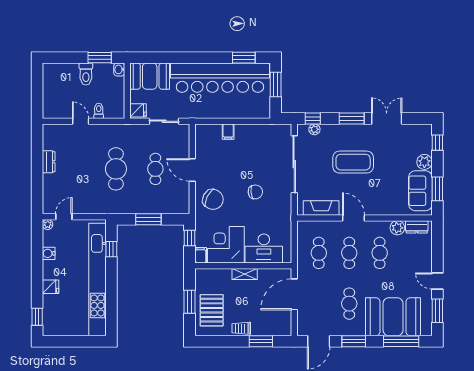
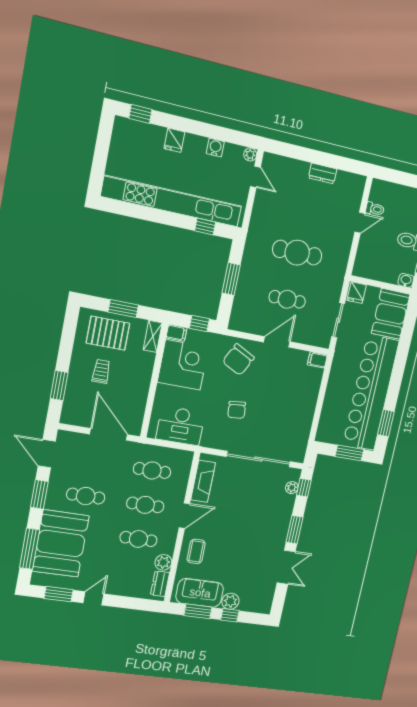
toilet: (99, 111) -> (375, 209), moved
filing cabinet: (228, 132) -> (317, 360), moved
window: (437, 143) -> (230, 615), moved
coffee table: (353, 162) -> (196, 551), moved, width x0.54, depth x0.58
desk: (264, 248) -> (180, 426), moved, turned -90
shelving: (245, 274) -> (153, 336), moved
trolley: (241, 328) -> (101, 371), moved

